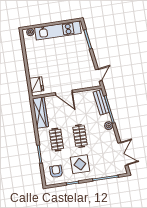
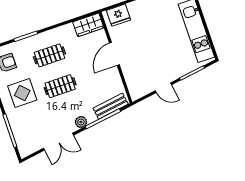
door: (99, 75) -> (163, 88), moved
wardrobe: (40, 113) -> (88, 25), width x0.67
double door: (123, 154) -> (59, 142), moved

